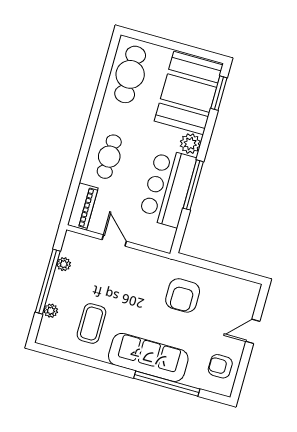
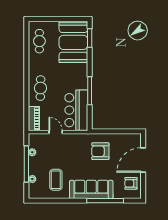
cafe table: (130, 74) -> (39, 41), width x0.73, depth x0.74
plant: (190, 144) -> (82, 69), removed
bar counter: (168, 188) -> (76, 110), moved
armchair: (183, 295) -> (100, 151), turned 90
door: (253, 331) -> (143, 160), width x1.88

